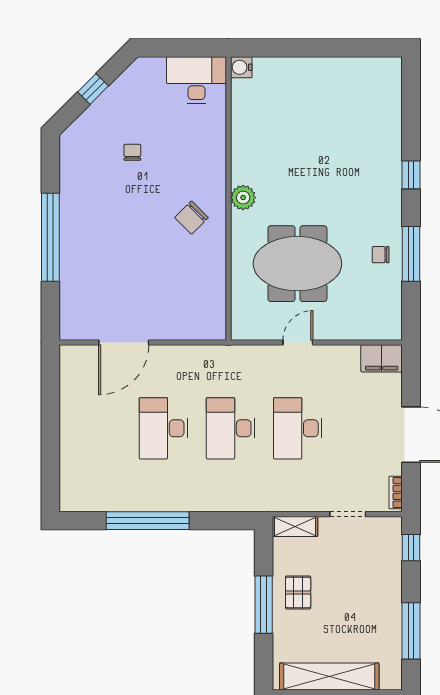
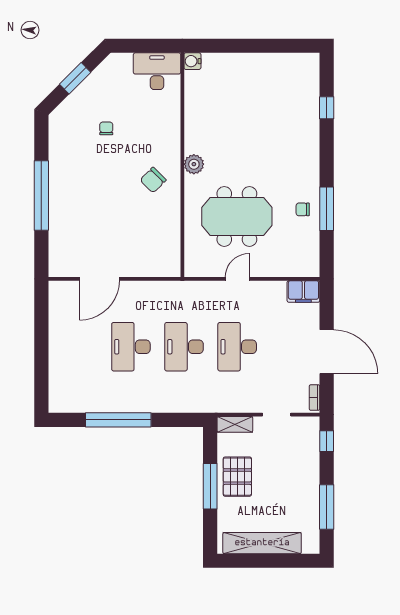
window: (93, 89) -> (75, 78), width x1.50
window: (411, 175) -> (327, 108), moved
pallet: (298, 592) -> (237, 477), width x1.50, depth x1.42

